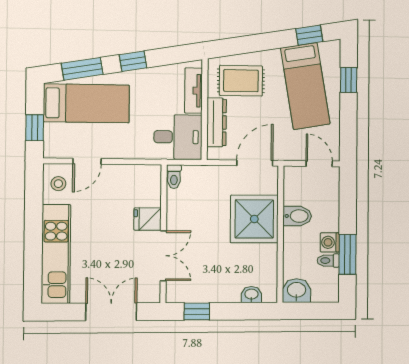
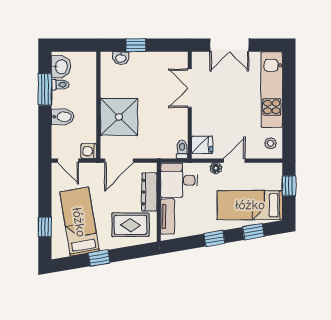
window: (309, 35) -> (99, 258), moved
window: (82, 69) -> (253, 232), width x0.67
floor lamp: (130, 152) -> (216, 168), added
door: (87, 161) -> (234, 161), moved
bidet: (297, 216) -> (63, 117), moved, turned 180
fridge: (148, 219) -> (202, 145), moved
washing machine: (330, 242) -> (89, 151), moved, turned 180
washbasin: (297, 291) -> (61, 67), moved, turned -90
window: (197, 311) -> (136, 45), moved

